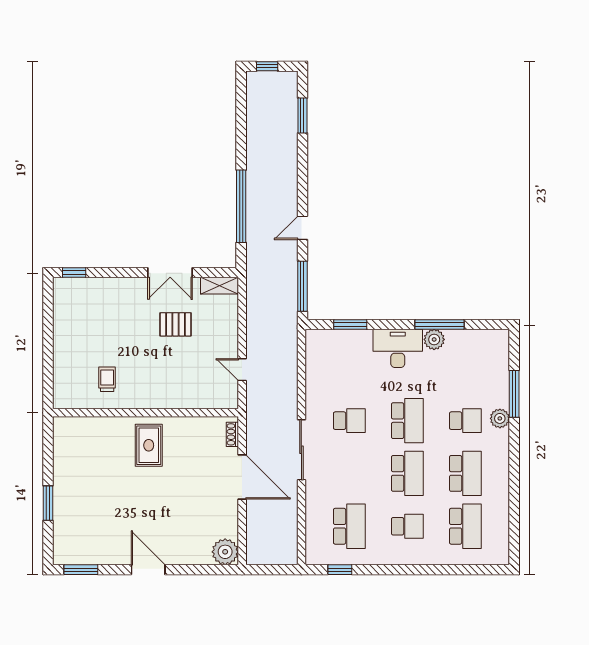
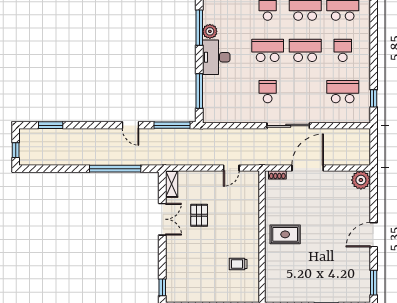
window: (350, 324) -> (199, 91), width x1.44

